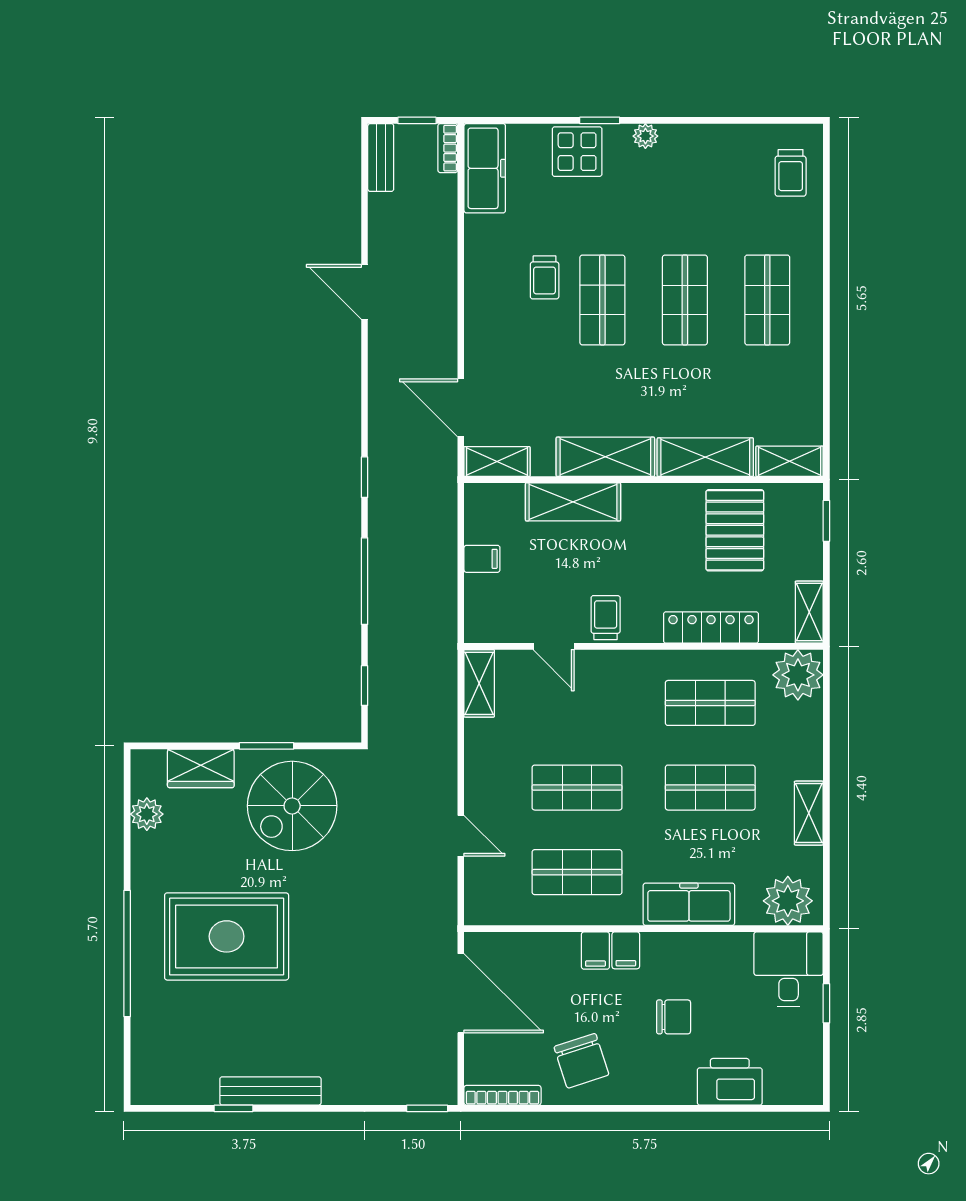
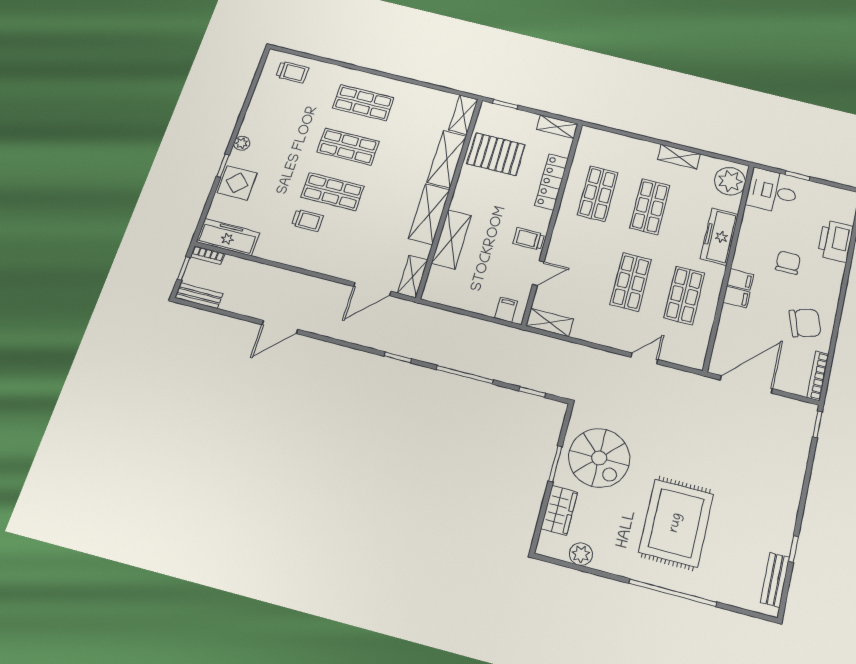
filing cabinet: (482, 559) -> (506, 310), moved
plant: (798, 675) -> (593, 142), removed
bench: (270, 1091) -> (775, 580), moved, width x0.73

